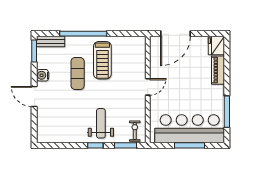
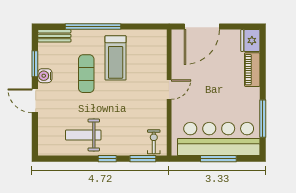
window: (34, 51) -> (35, 64), moved
weight bench: (101, 123) -> (83, 135), moved, turned -90

